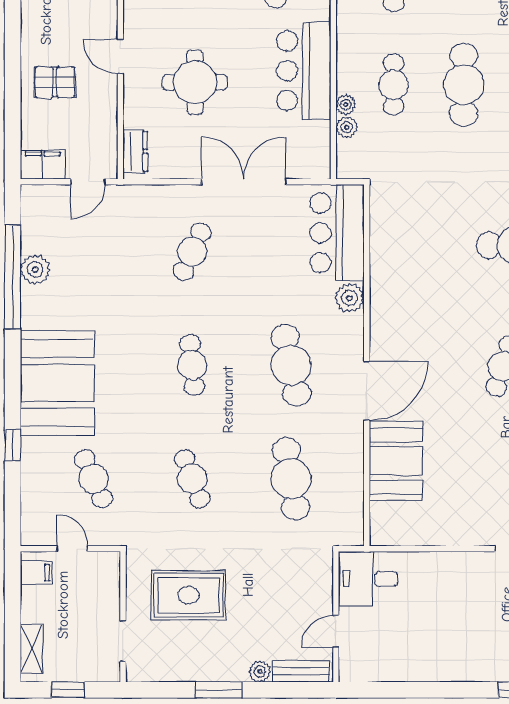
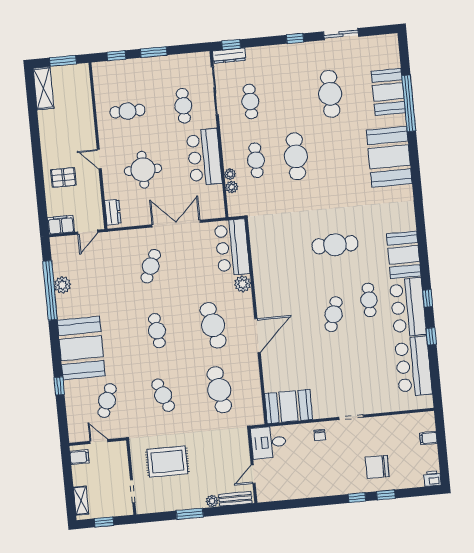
booth: (396, 461) -> (289, 406), moved, turned 90
cafe table: (94, 479) -> (107, 401), turned 45
chair: (458, 575) -> (320, 435), added

